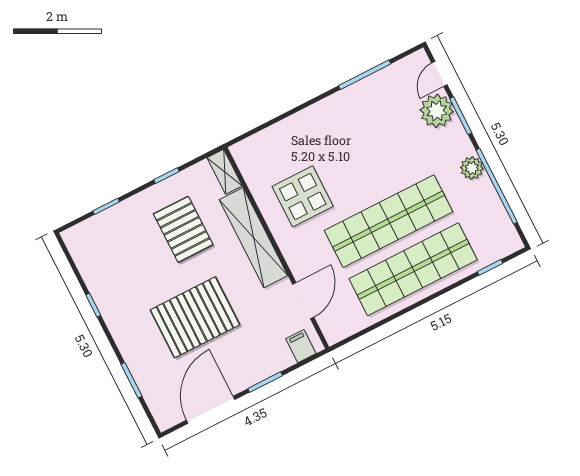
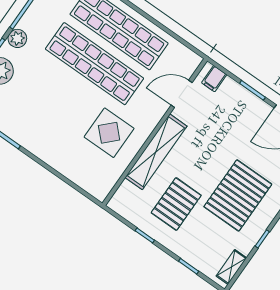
plant: (472, 168) -> (17, 38), moved
shelving: (225, 172) -> (231, 267), moved
pallet: (195, 317) -> (238, 195), moved, turned 90

